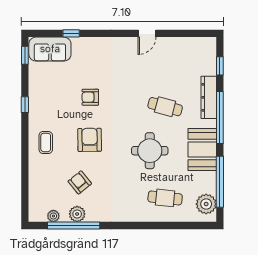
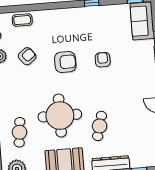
coffee table: (46, 142) -> (22, 20), moved
round table: (150, 151) -> (60, 116), width x1.36, depth x1.36

